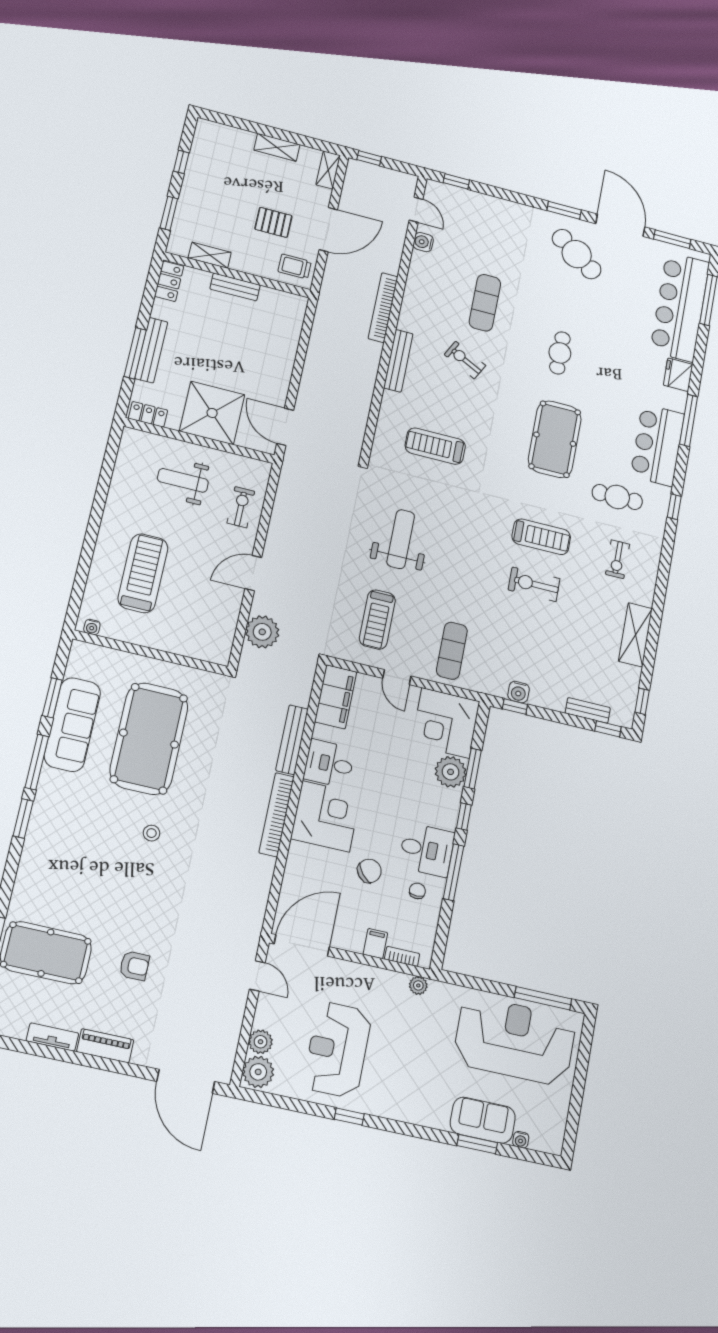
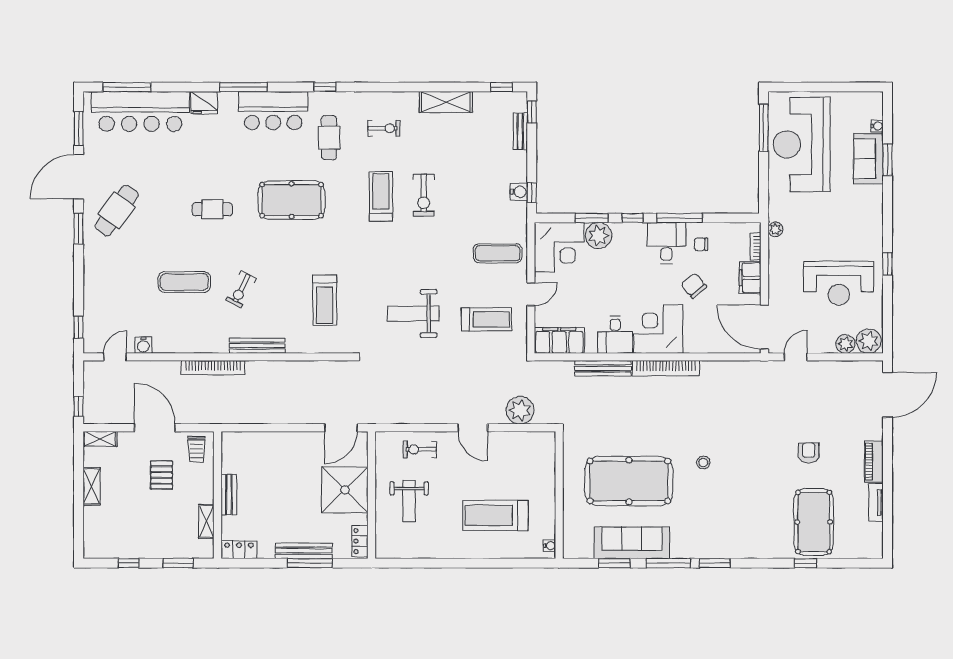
filing cabinet: (375, 944) -> (750, 278), width x2.00

